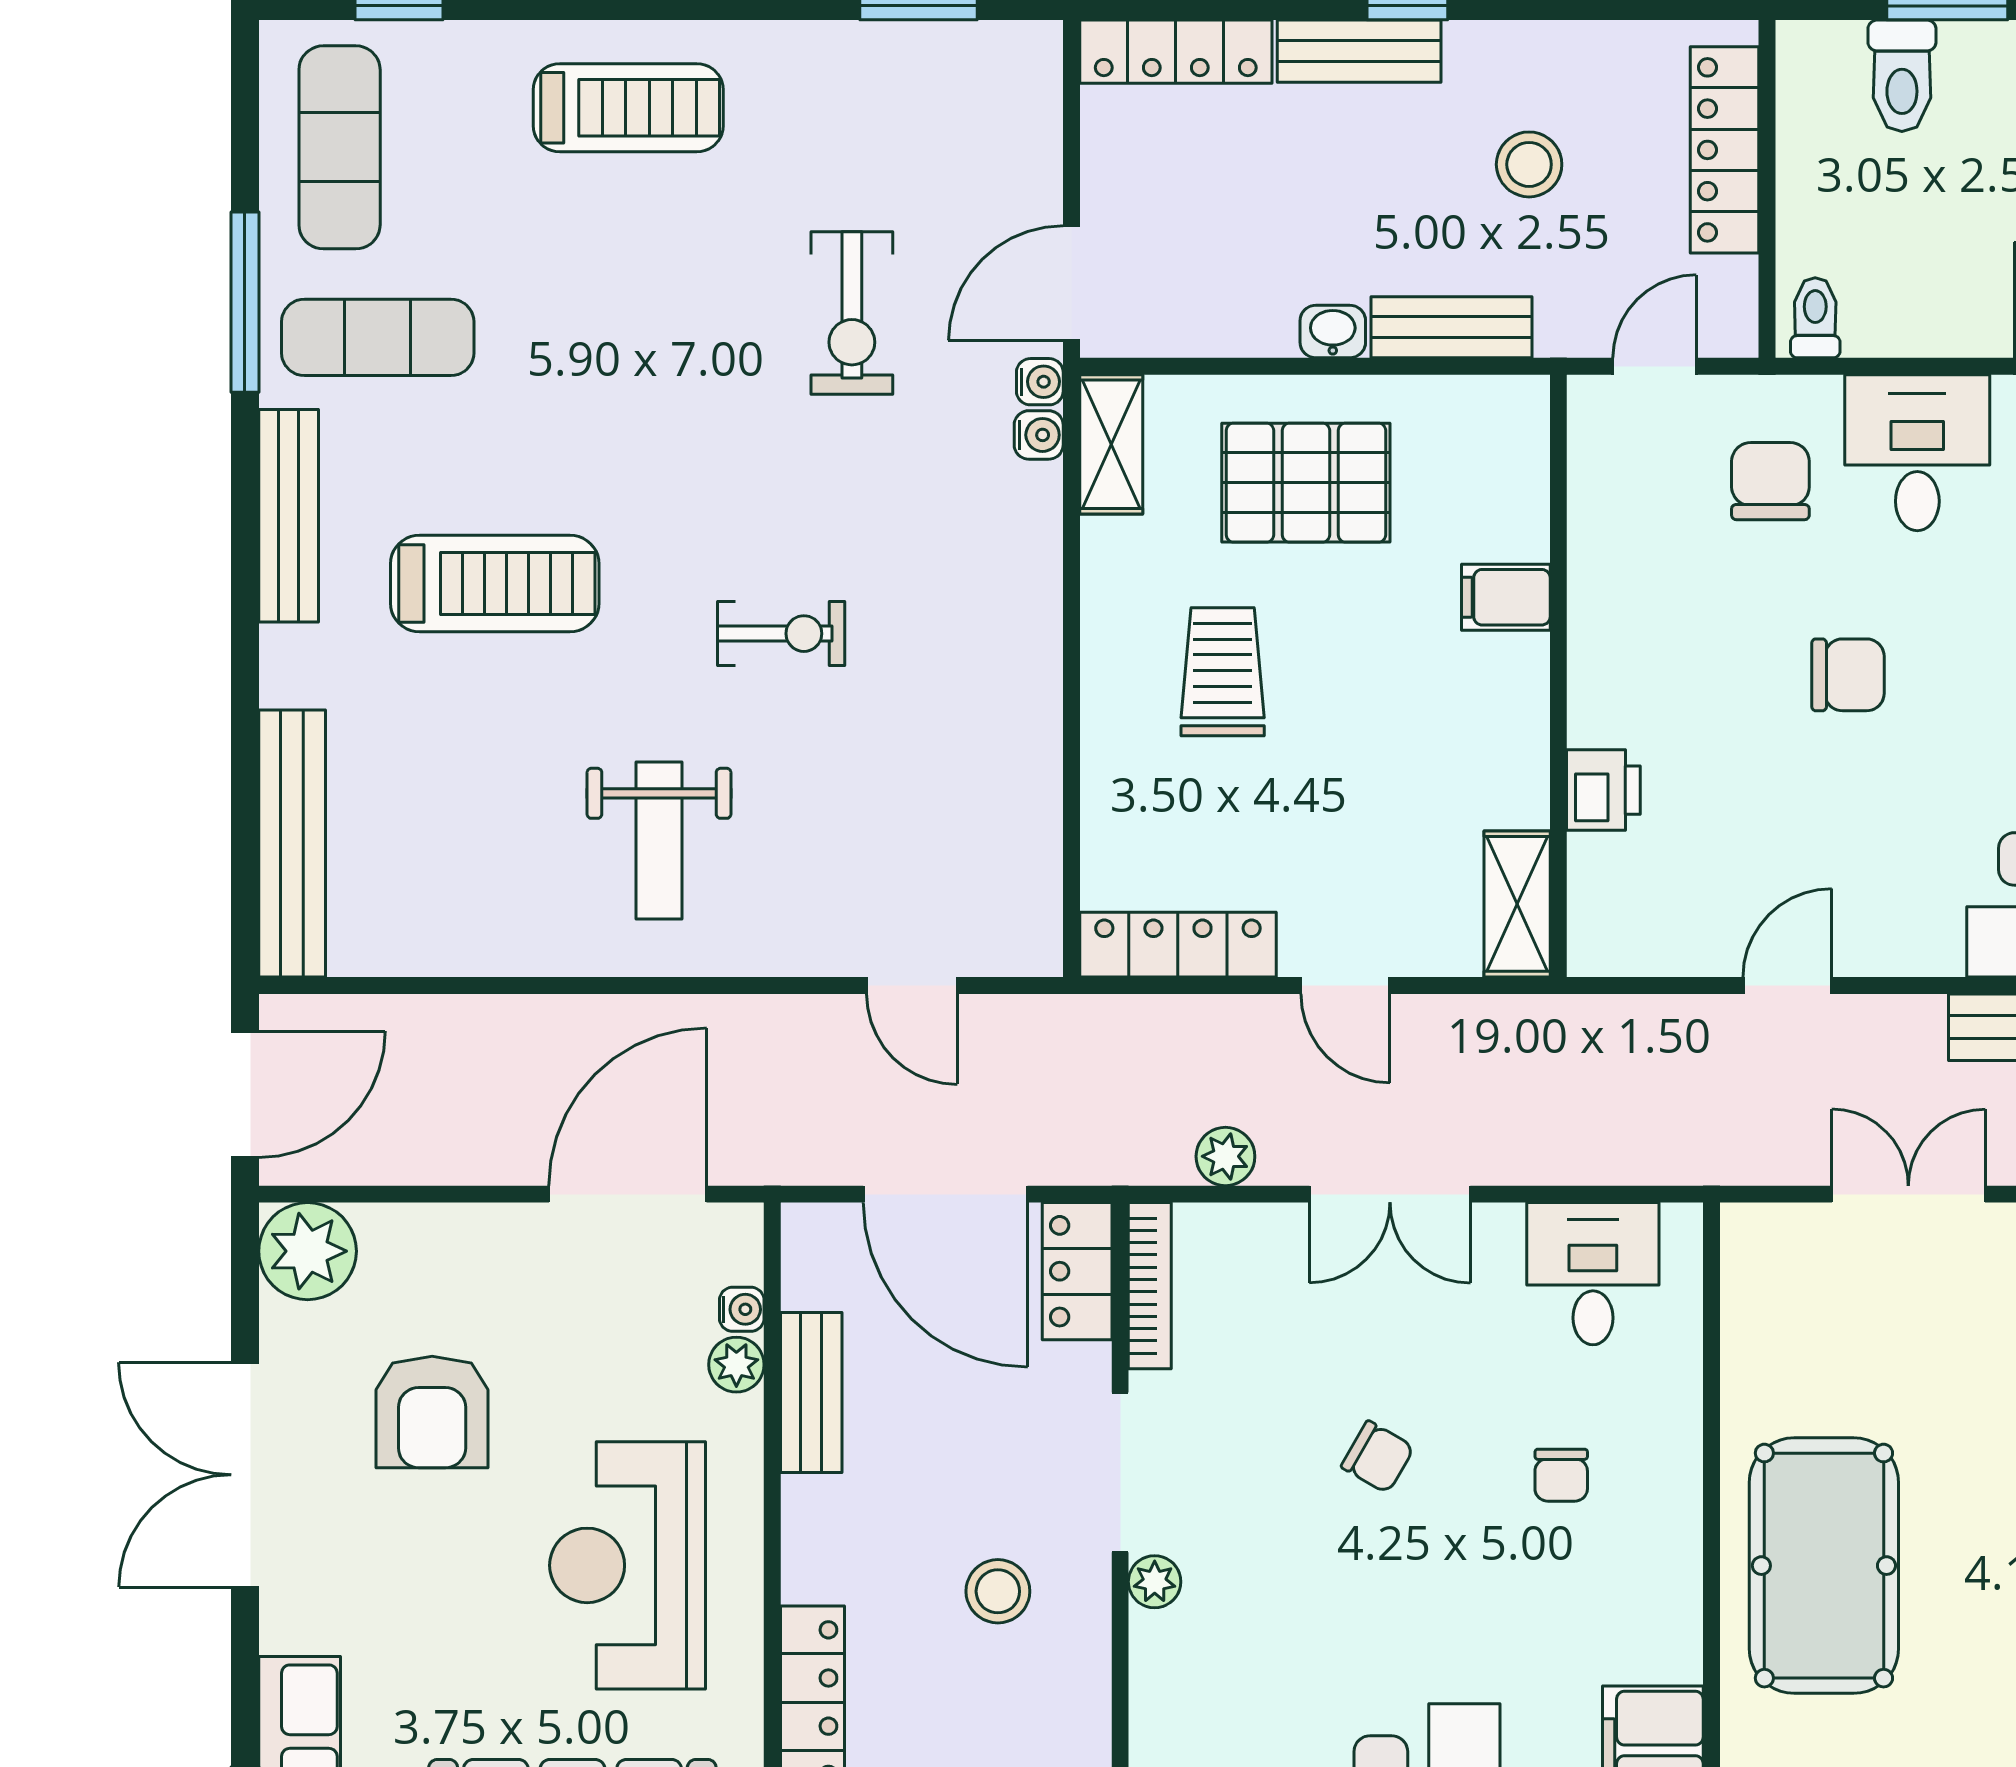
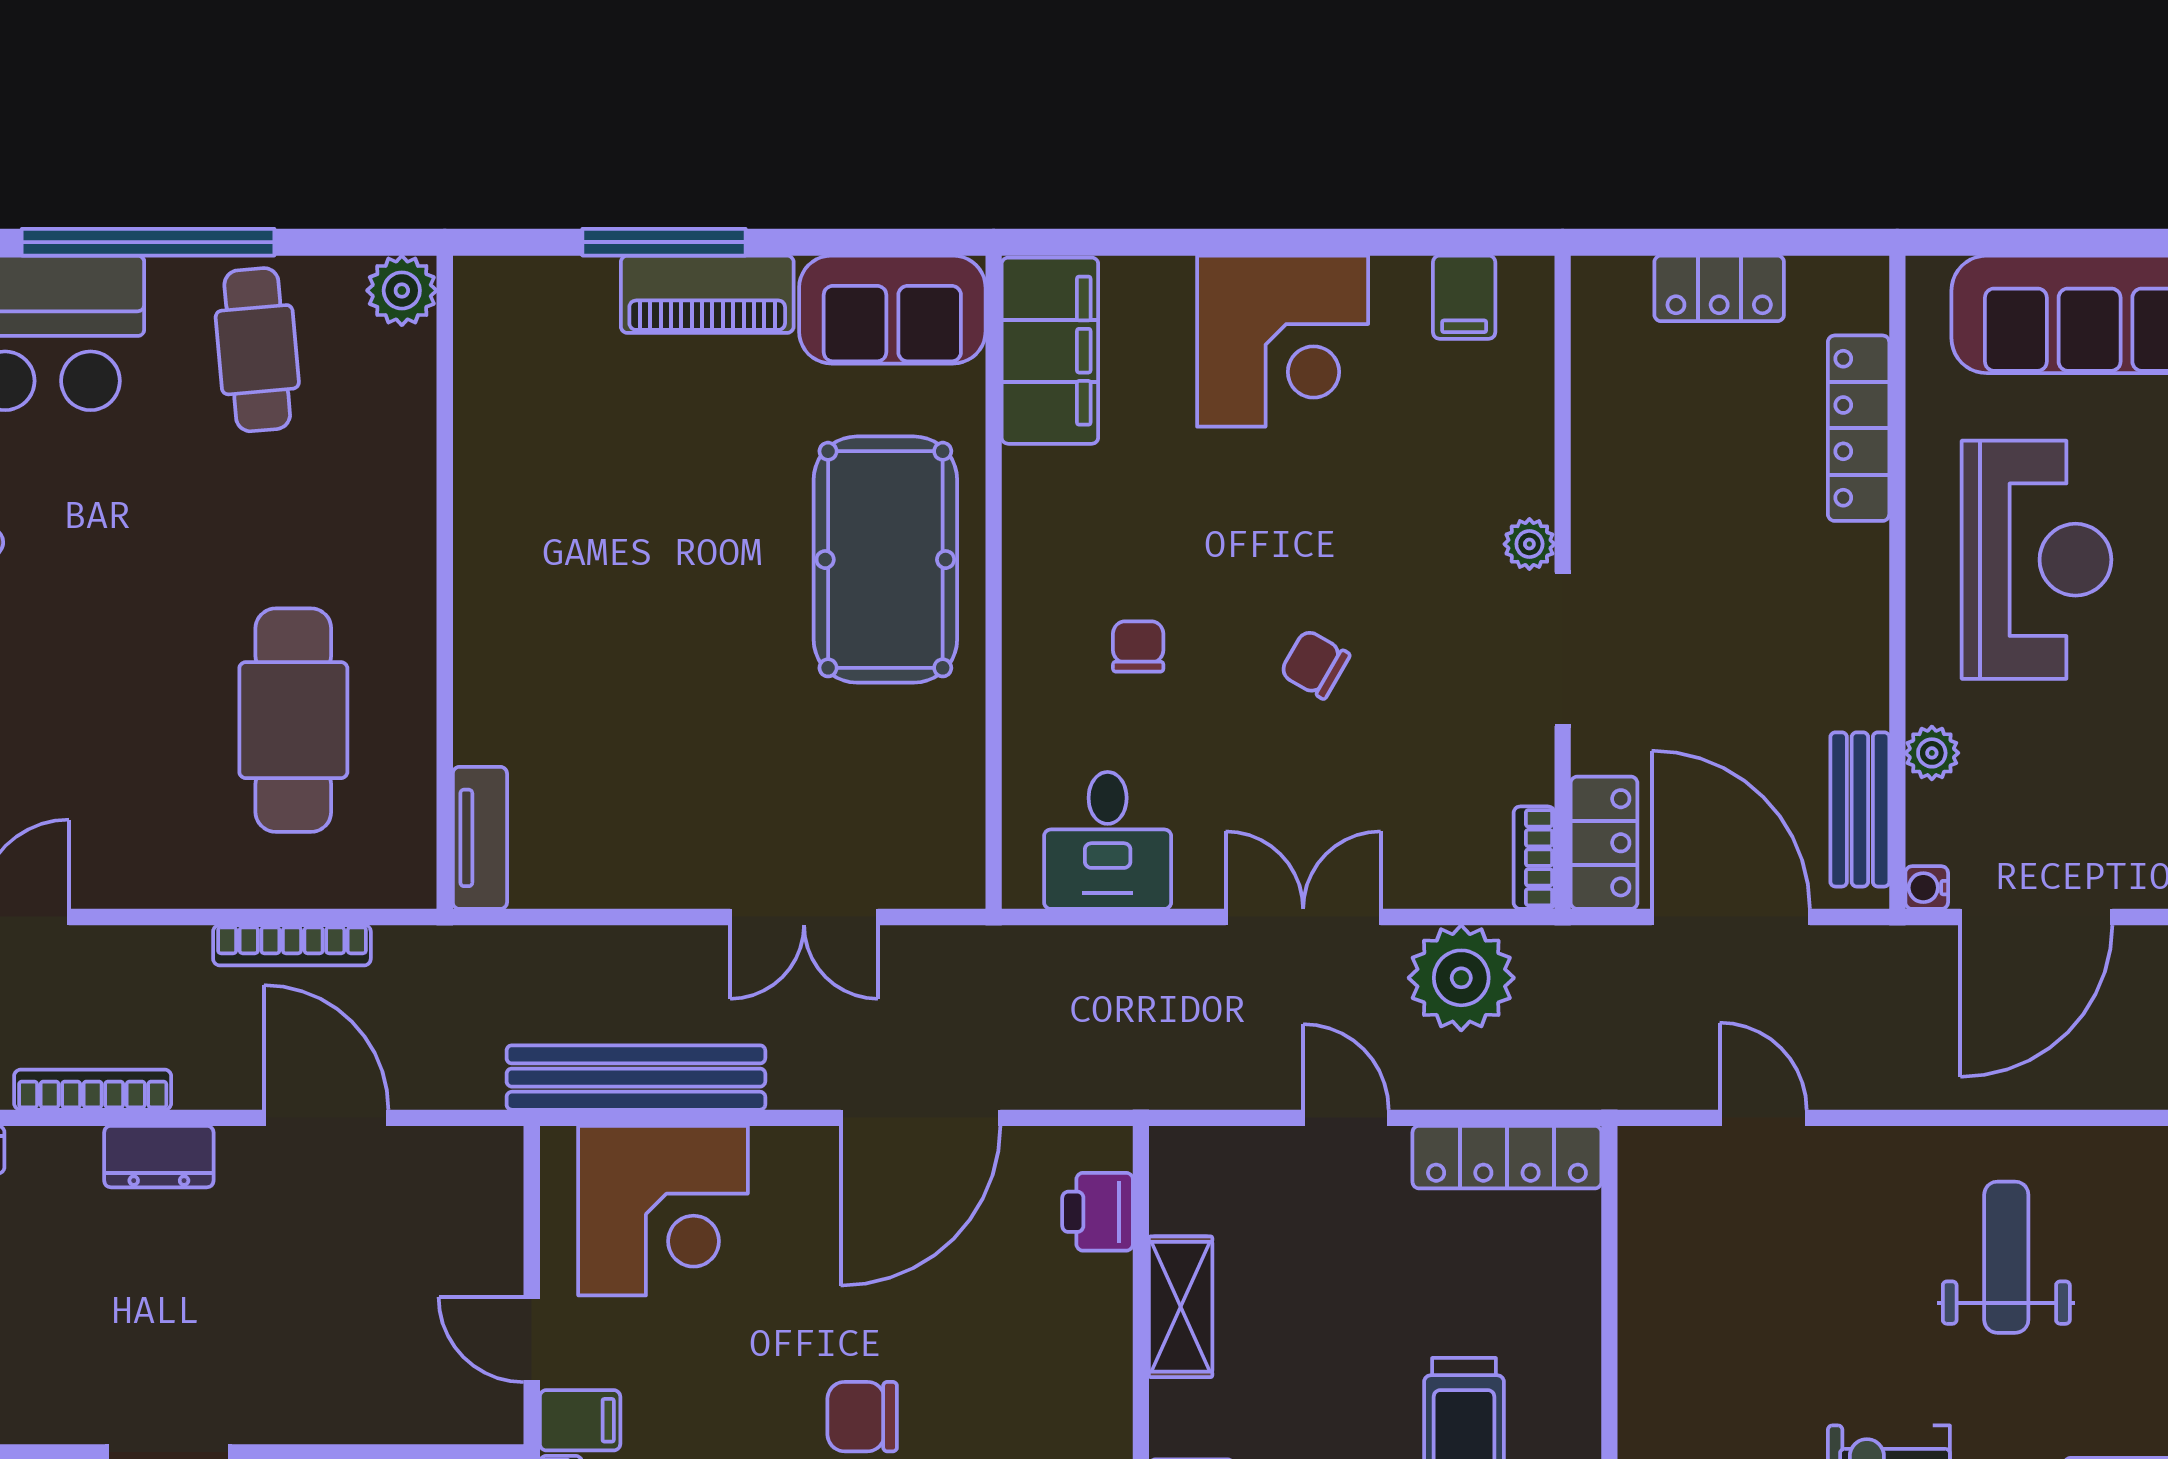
printer: (1603, 790) -> (1098, 1212), moved
shelving: (1517, 904) -> (1181, 1307), moved
door: (1787, 985) -> (921, 1118), width x1.87
plant: (1225, 1156) -> (1461, 978), width x1.88, depth x1.88
bookcase: (1150, 1286) -> (1534, 858), width x0.64
water cooler: (742, 1309) -> (1927, 888), moved
bench: (811, 1392) -> (1860, 809), moved
stool: (998, 1591) -> (1680, 535), removed

